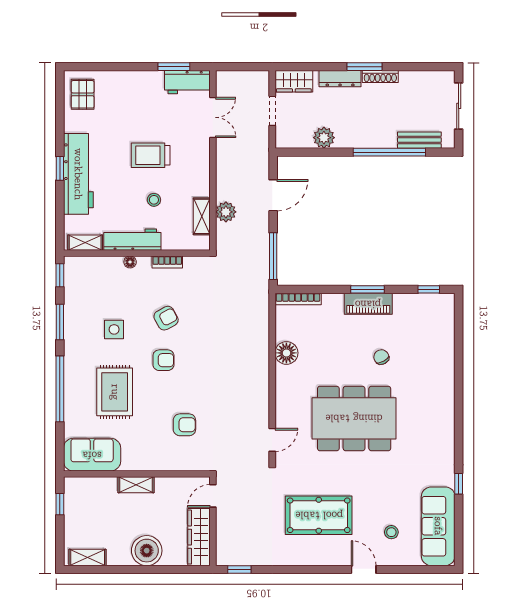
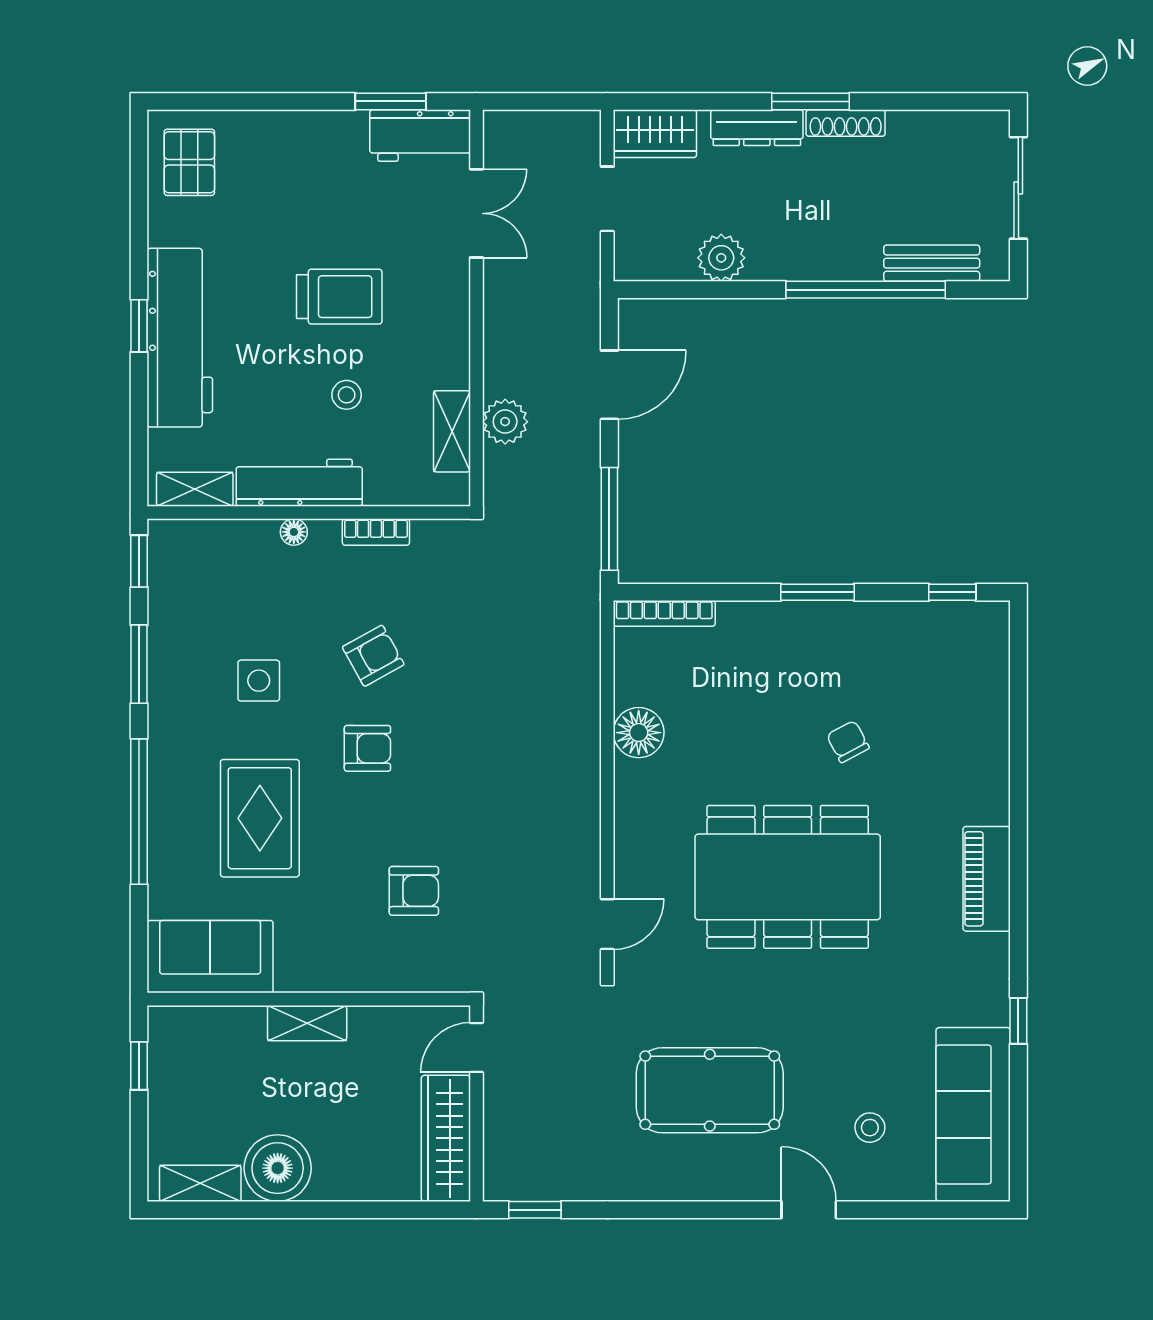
trolley: (151, 155) -> (339, 297), turned 180
piano: (368, 304) -> (987, 879), moved, turned 90
boiler: (147, 551) -> (278, 1168), moved

